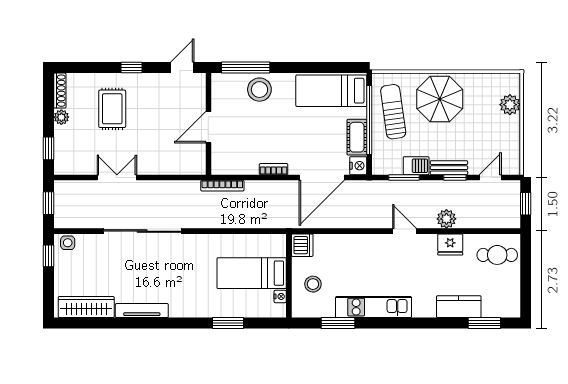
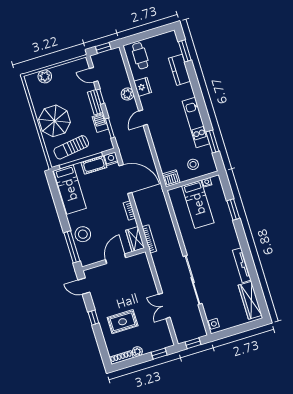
door: (208, 127) -> (116, 259), swing flipped
wardrobe: (229, 165) -> (135, 239), added
window: (49, 256) -> (226, 333), removed

